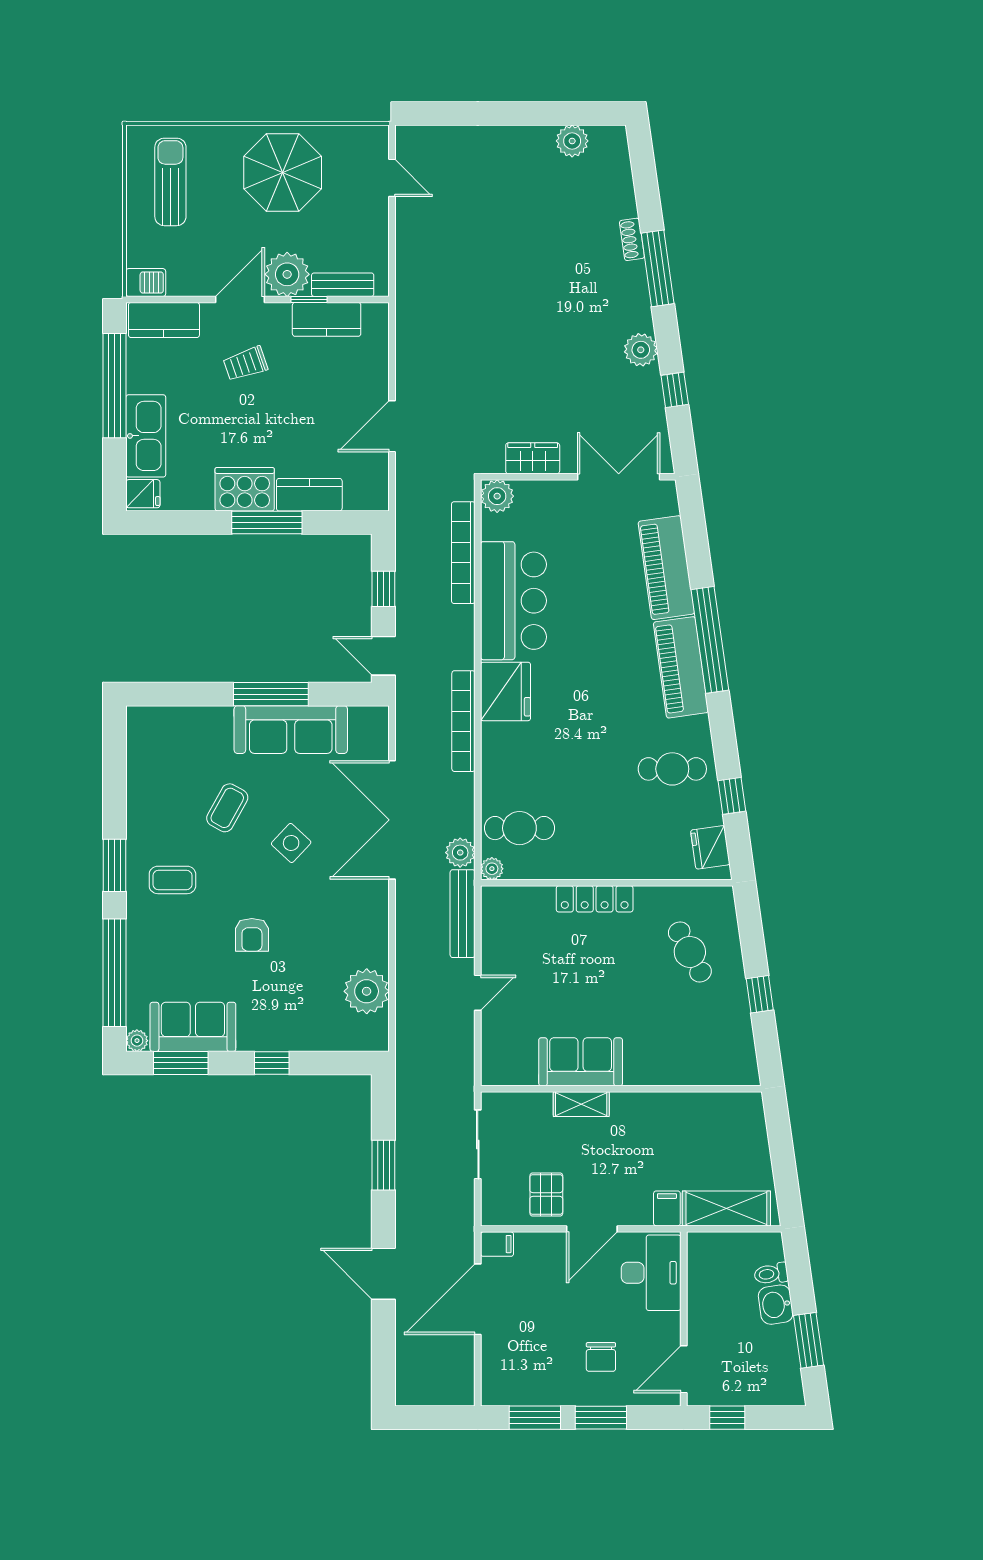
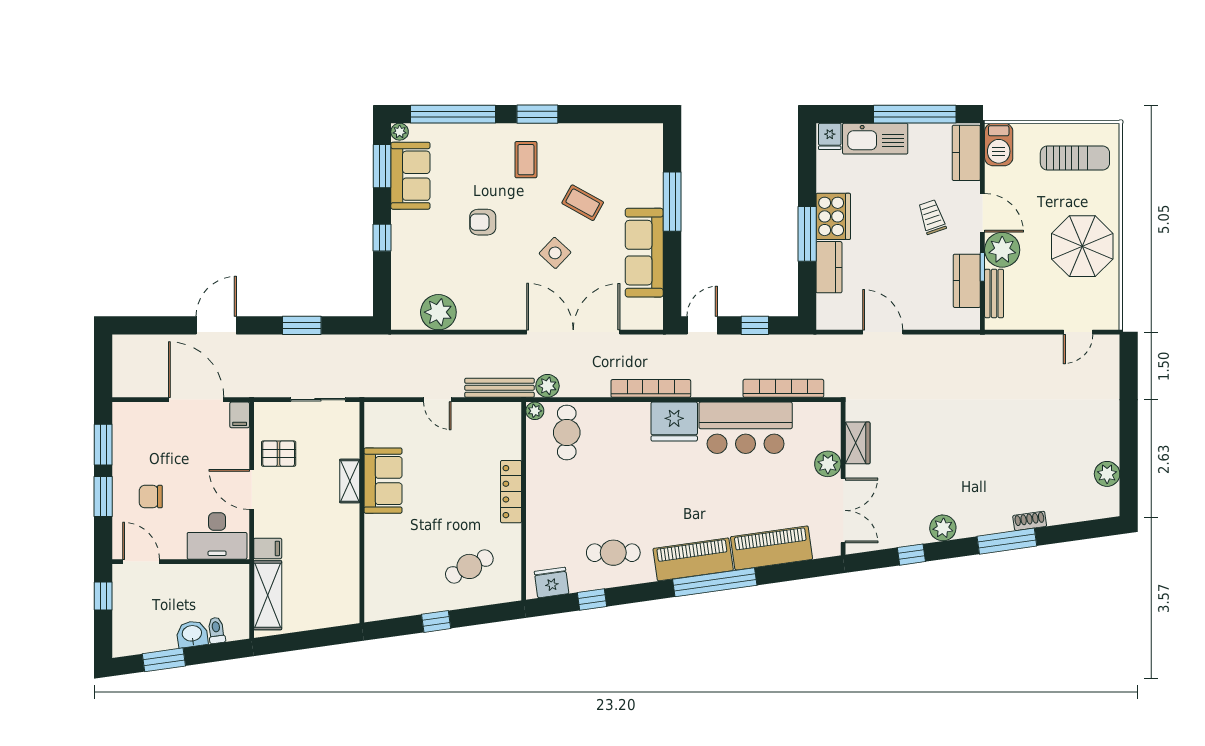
barbecue: (146, 283) -> (999, 144), width x1.38, depth x1.27
plant: (497, 496) -> (828, 464), moved
window: (271, 694) -> (672, 202), moved
cafe table: (672, 769) -> (613, 553), turned 90

